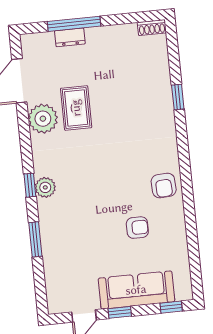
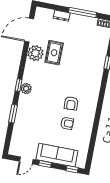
window: (74, 24) -> (83, 13), moved
armchair: (164, 185) -> (71, 103), moved

